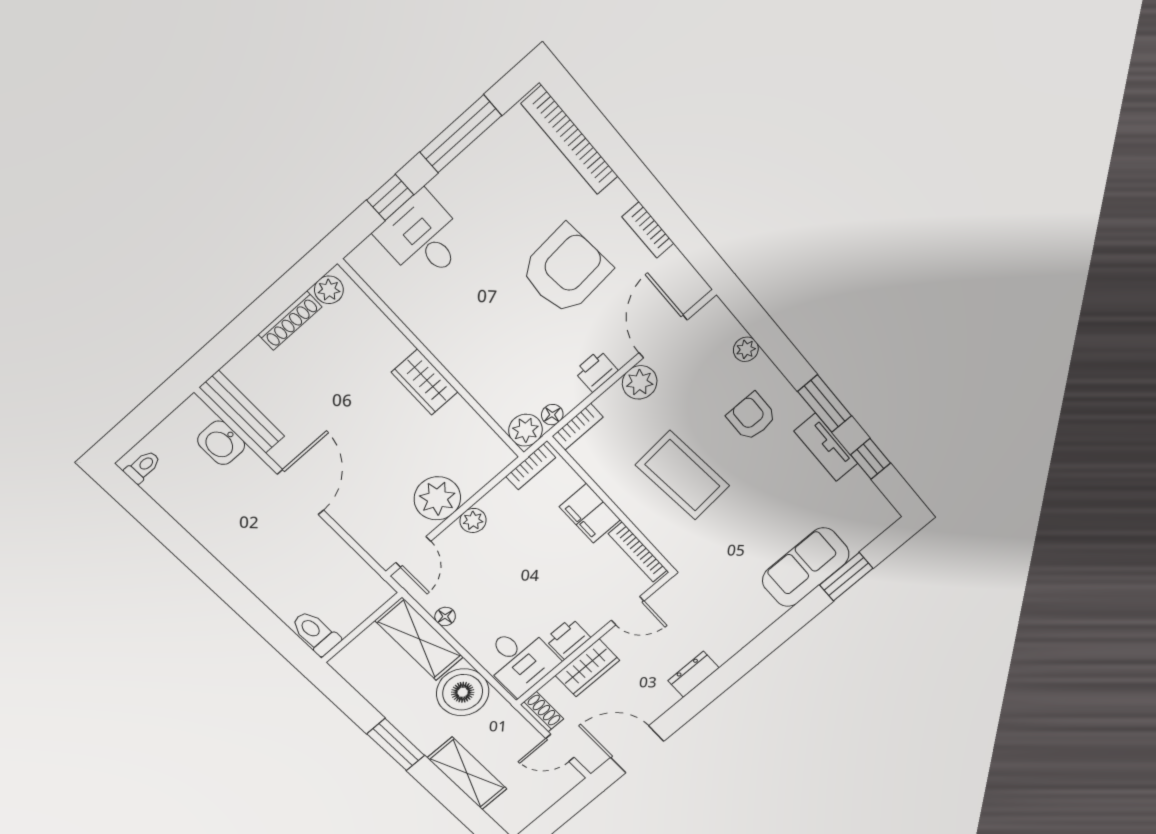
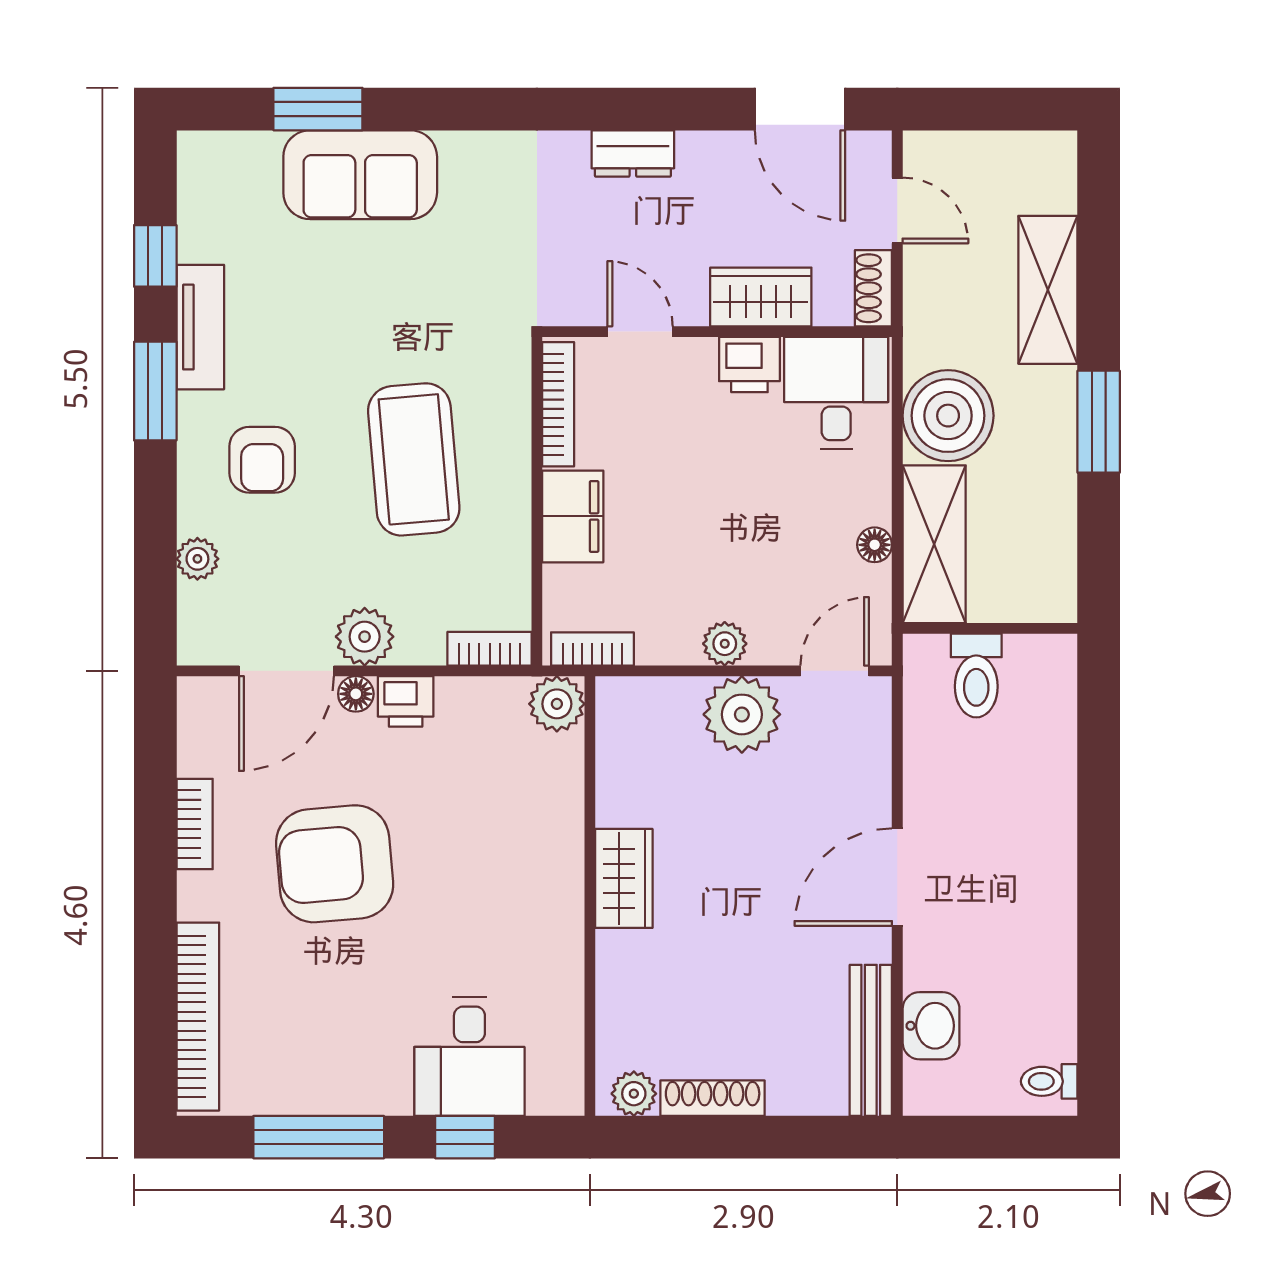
floor lamp: (552, 415) -> (356, 694), moved
toilet: (315, 633) -> (976, 676), moved

